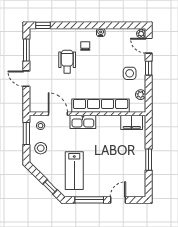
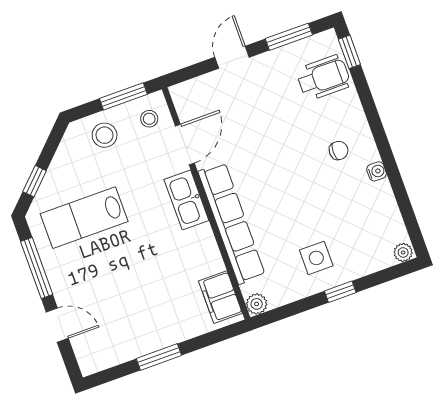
door: (149, 46) -> (384, 276), removed
wheelchair: (67, 62) -> (323, 78), moved
plant: (141, 95) -> (257, 304), moved

